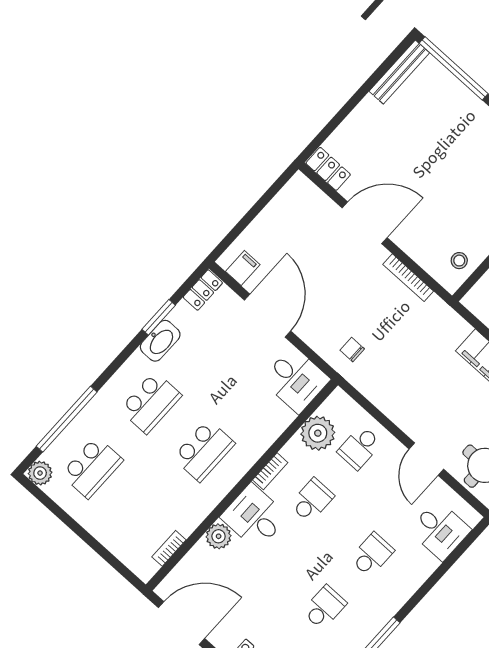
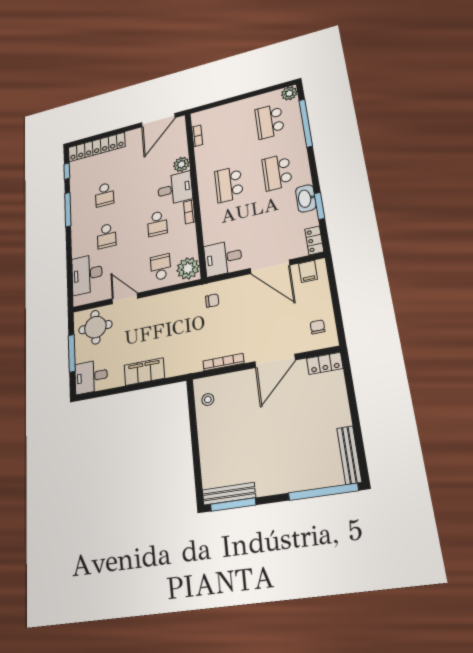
chair: (296, 208) -> (318, 327), added
plant: (318, 433) -> (188, 268), moved
desk: (440, 530) -> (87, 274), width x1.37

